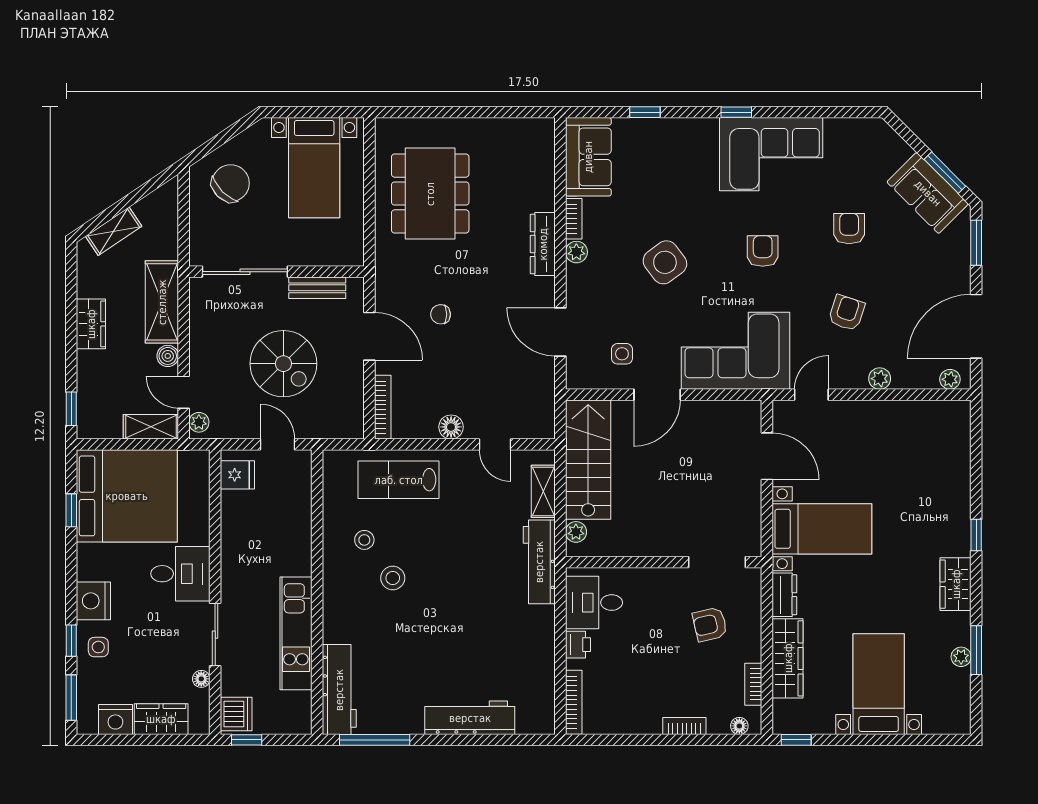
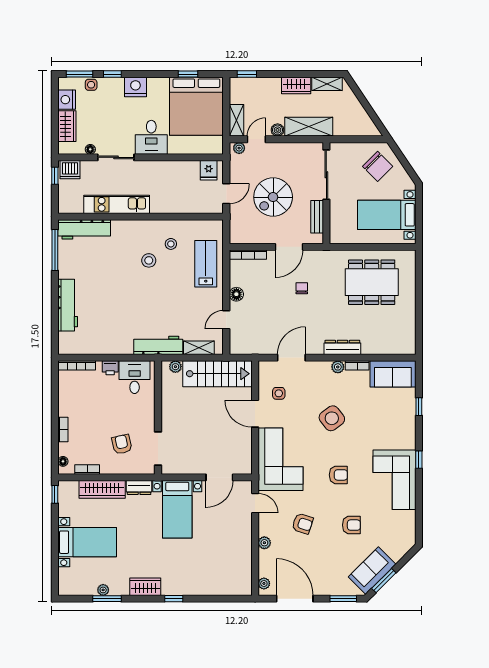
shelving: (114, 231) -> (327, 84), moved, turned -56
side table: (98, 647) -> (91, 85), moved

